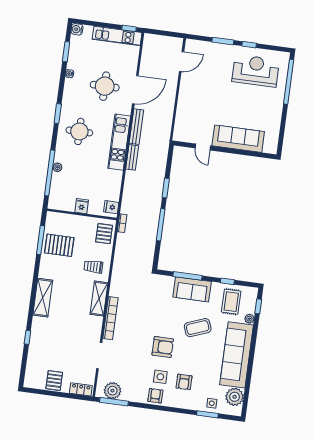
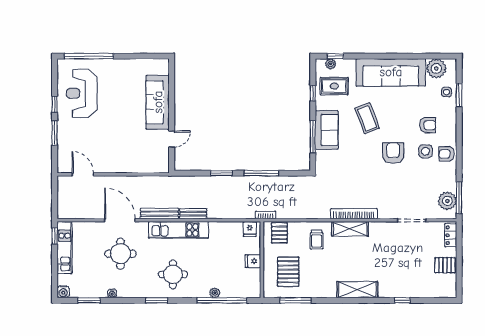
pallet: (104, 234) -> (279, 233), turned 90
pallet: (59, 245) -> (288, 272), moved
bookcase: (110, 318) -> (354, 214), moved
plant: (249, 319) -> (331, 64), moved

